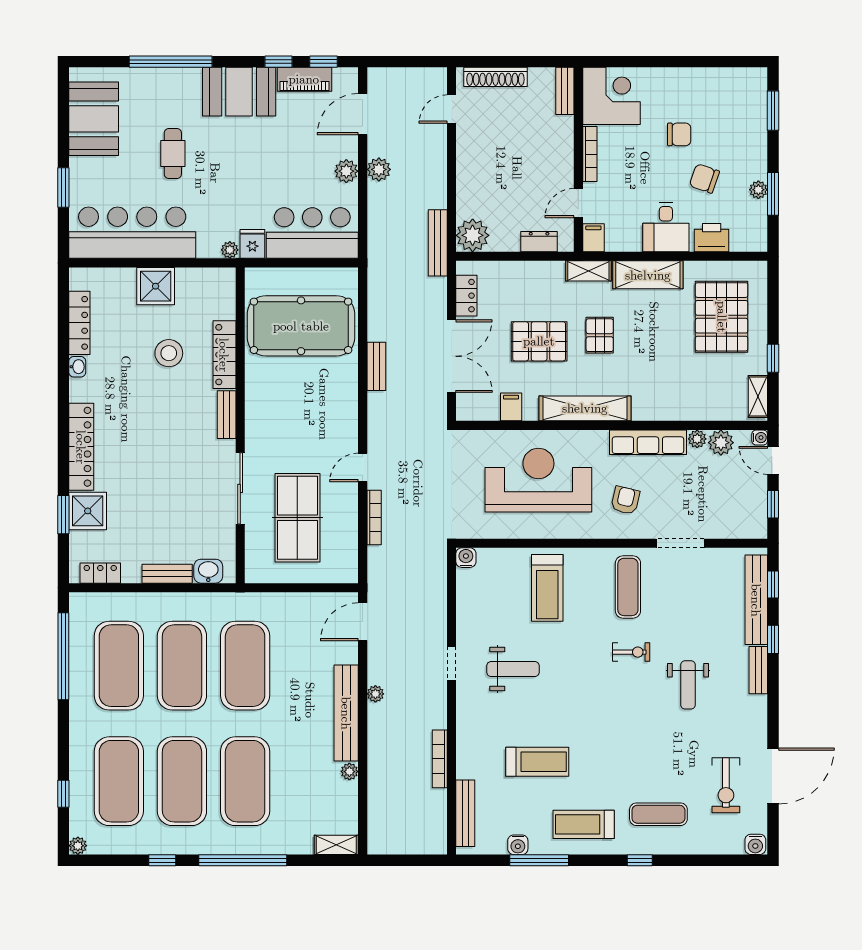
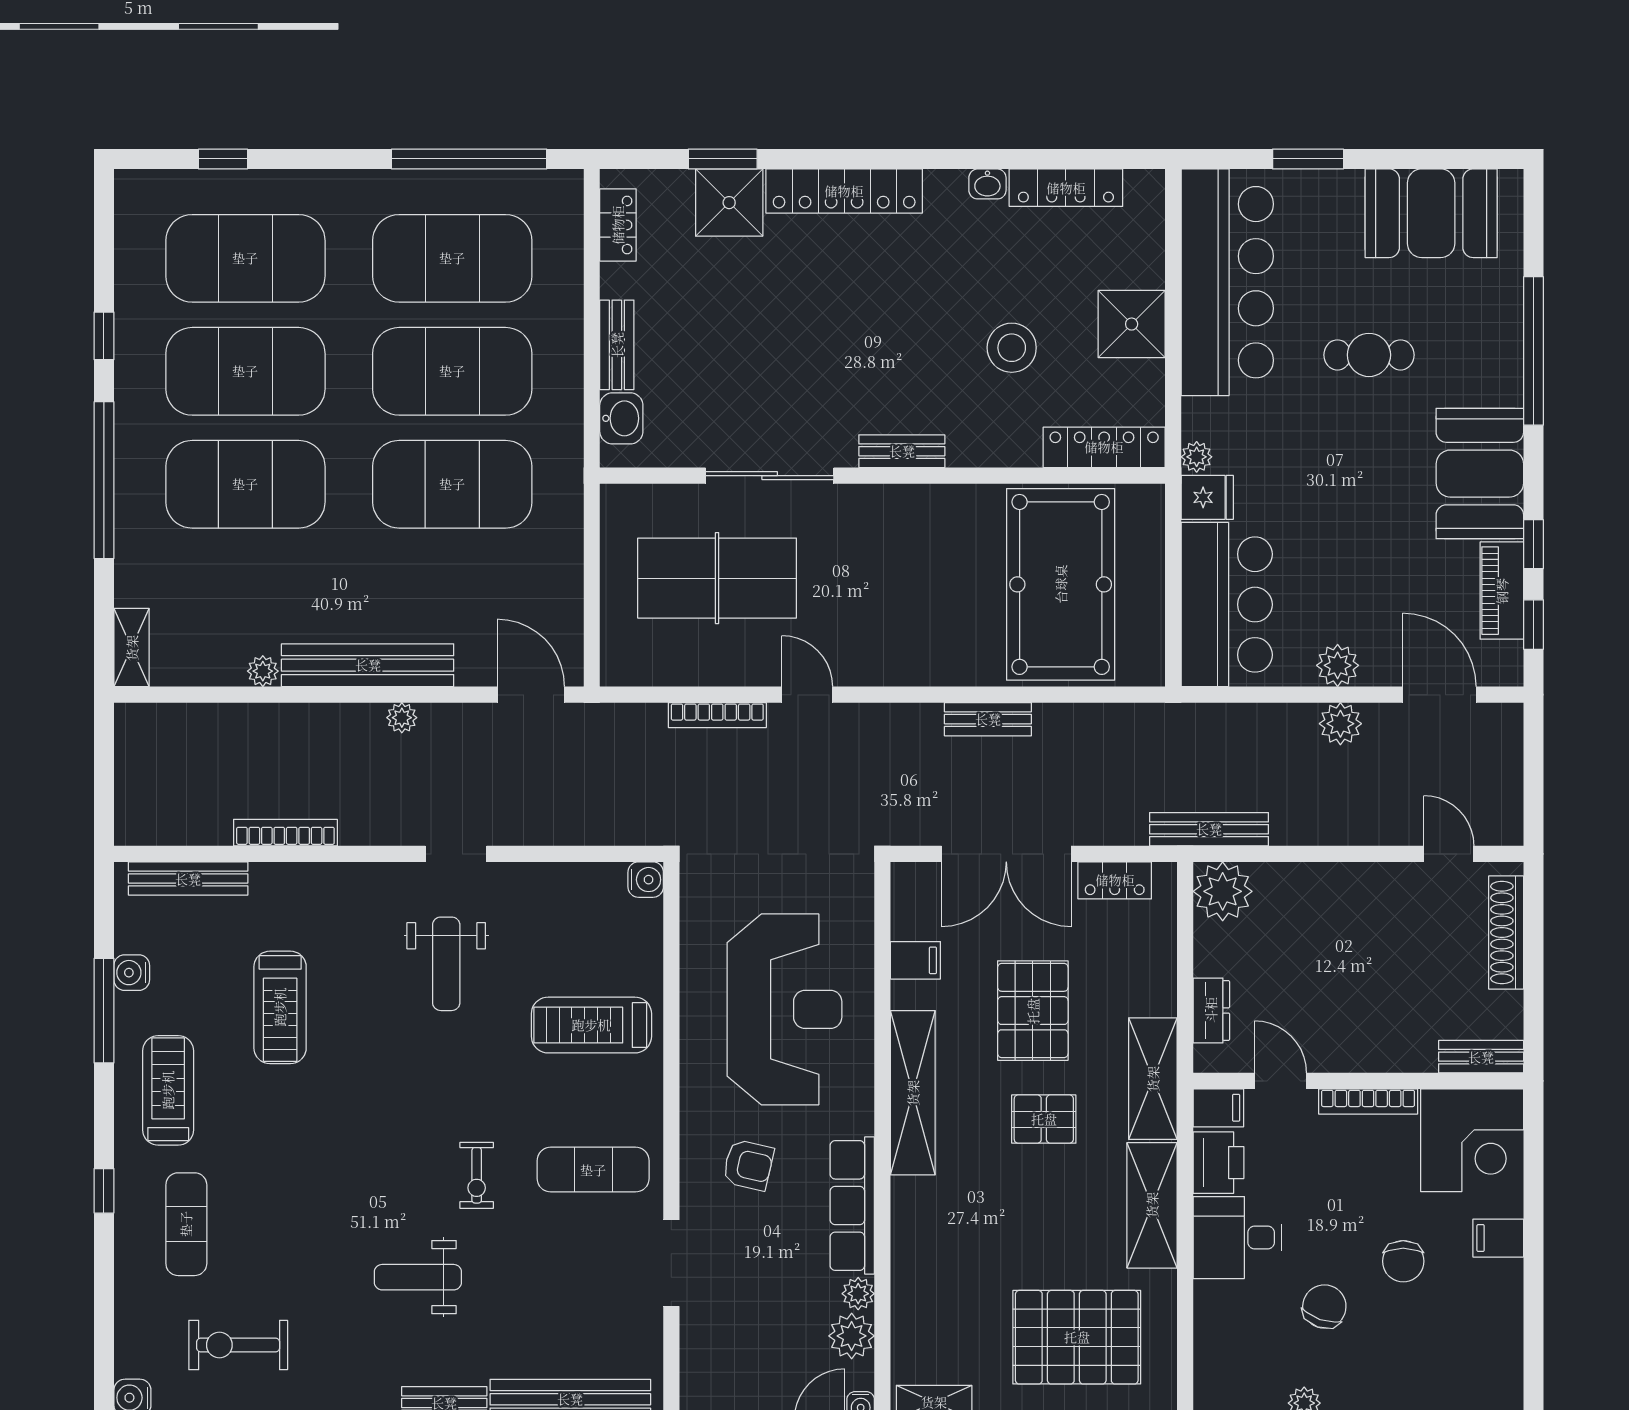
filing cabinet: (666, 81) -> (1498, 1238), added
printer: (712, 238) -> (1218, 1163), moved
shelving: (588, 271) -> (1153, 1079), width x1.50, depth x1.33
locker: (224, 355) -> (1104, 447), moved
plant: (78, 846) -> (130, 185), removed

